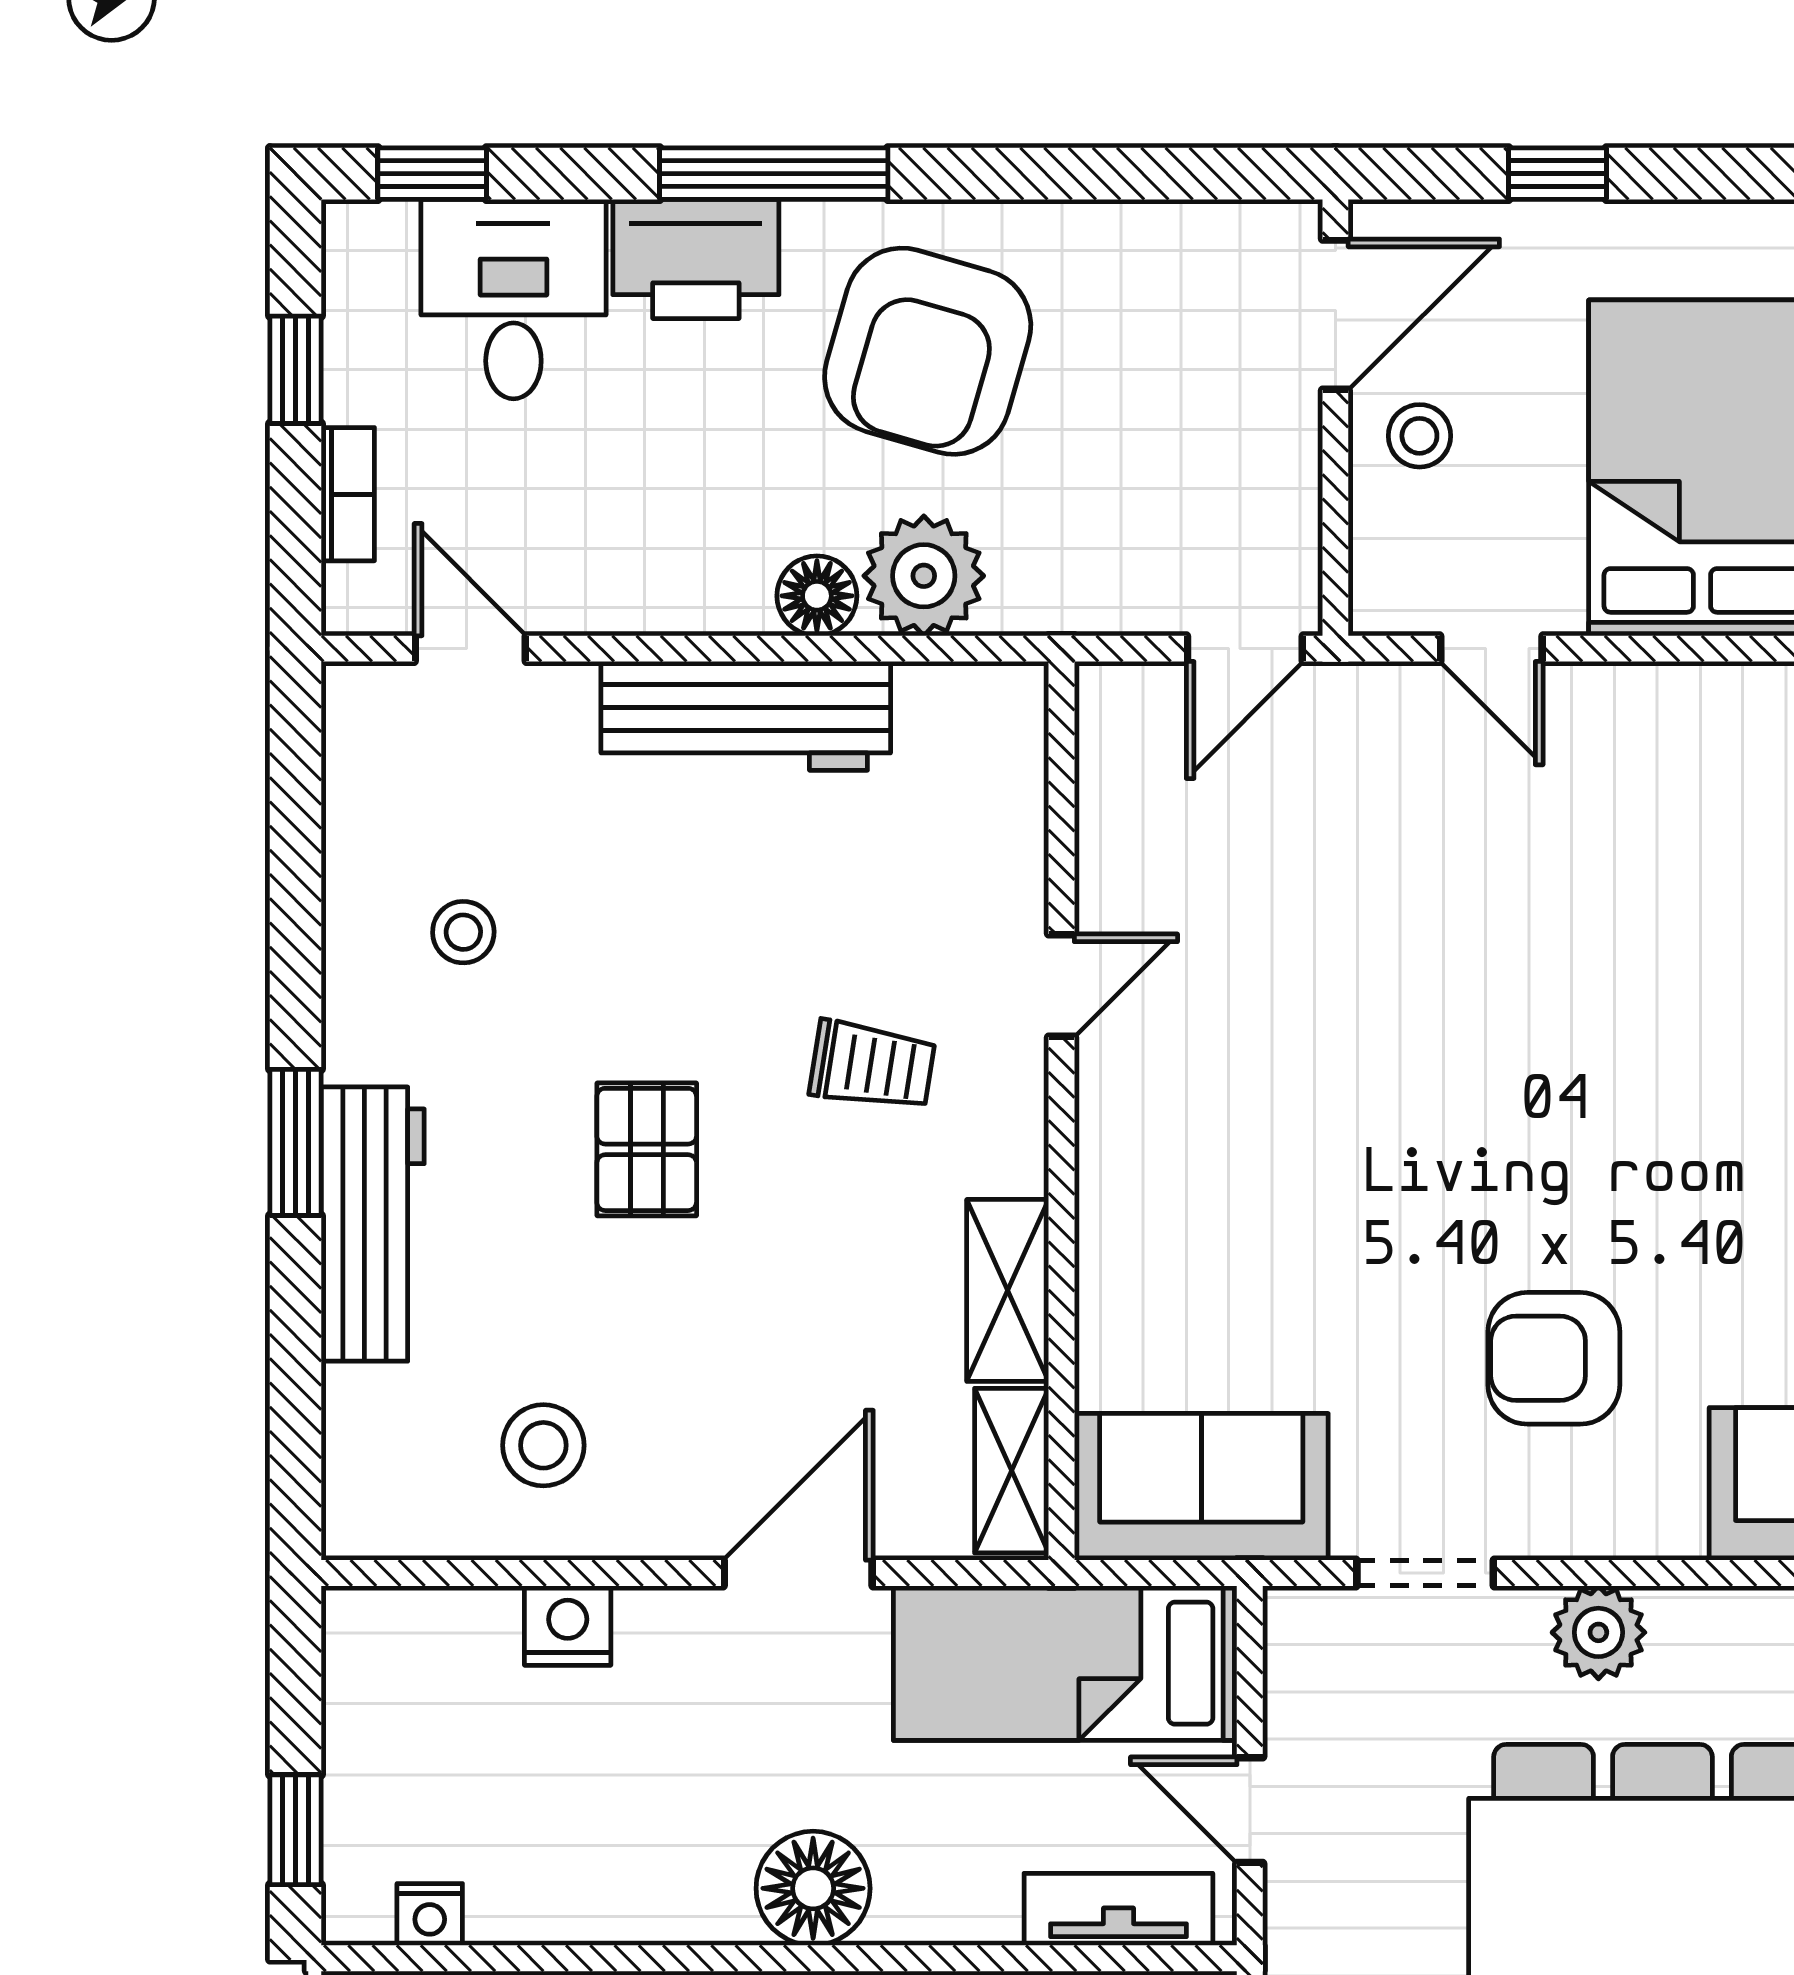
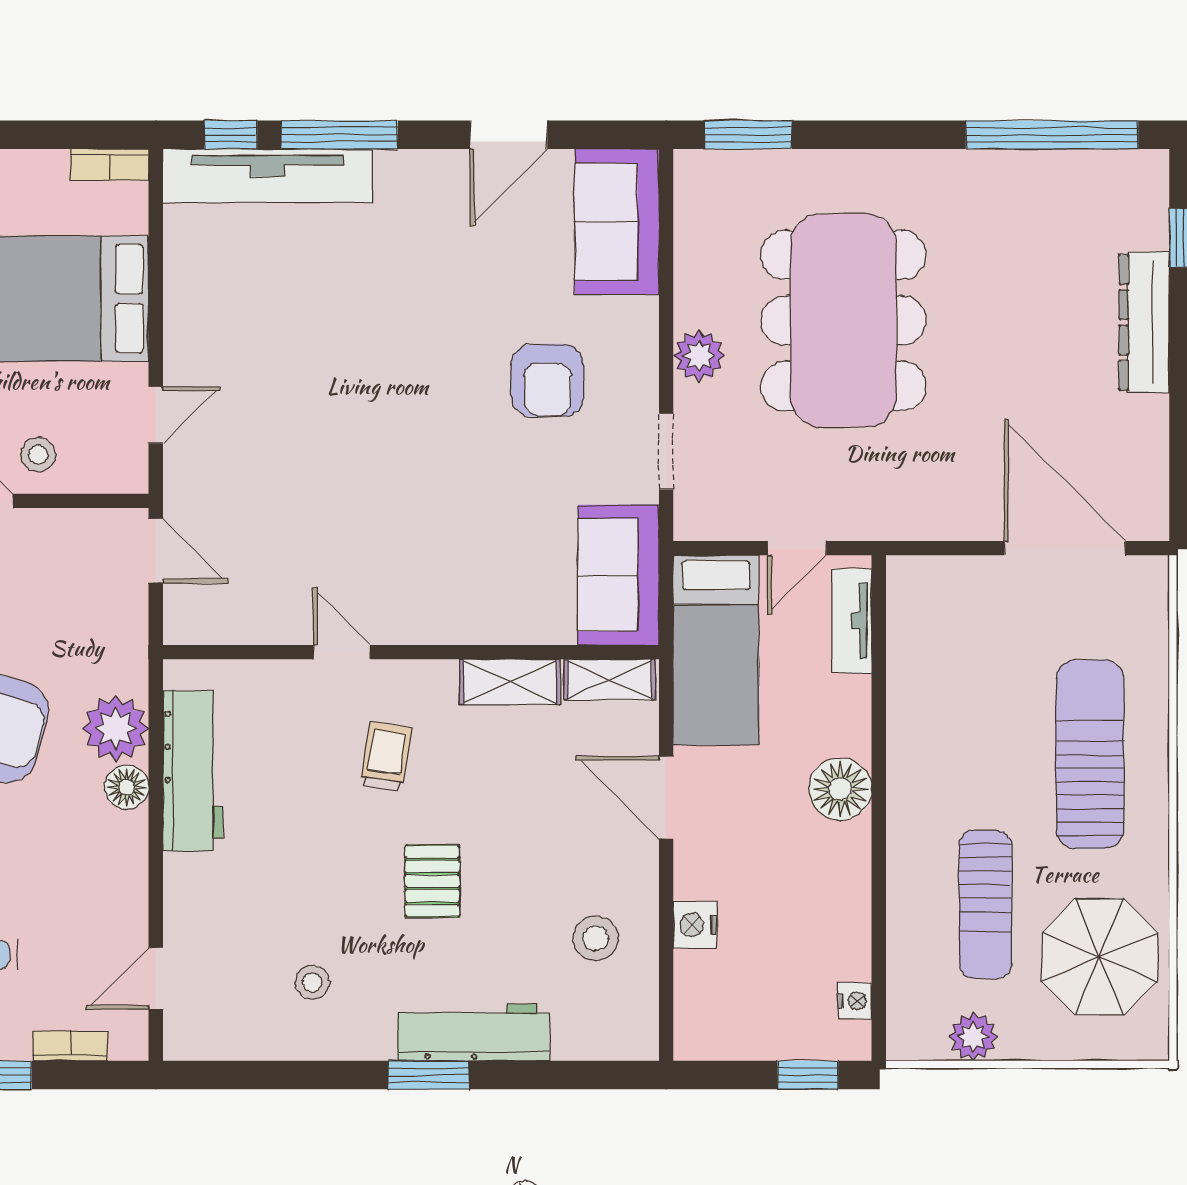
workbench: (746, 716) -> (193, 771), moved
pallet: (647, 1149) -> (432, 881), turned 90

